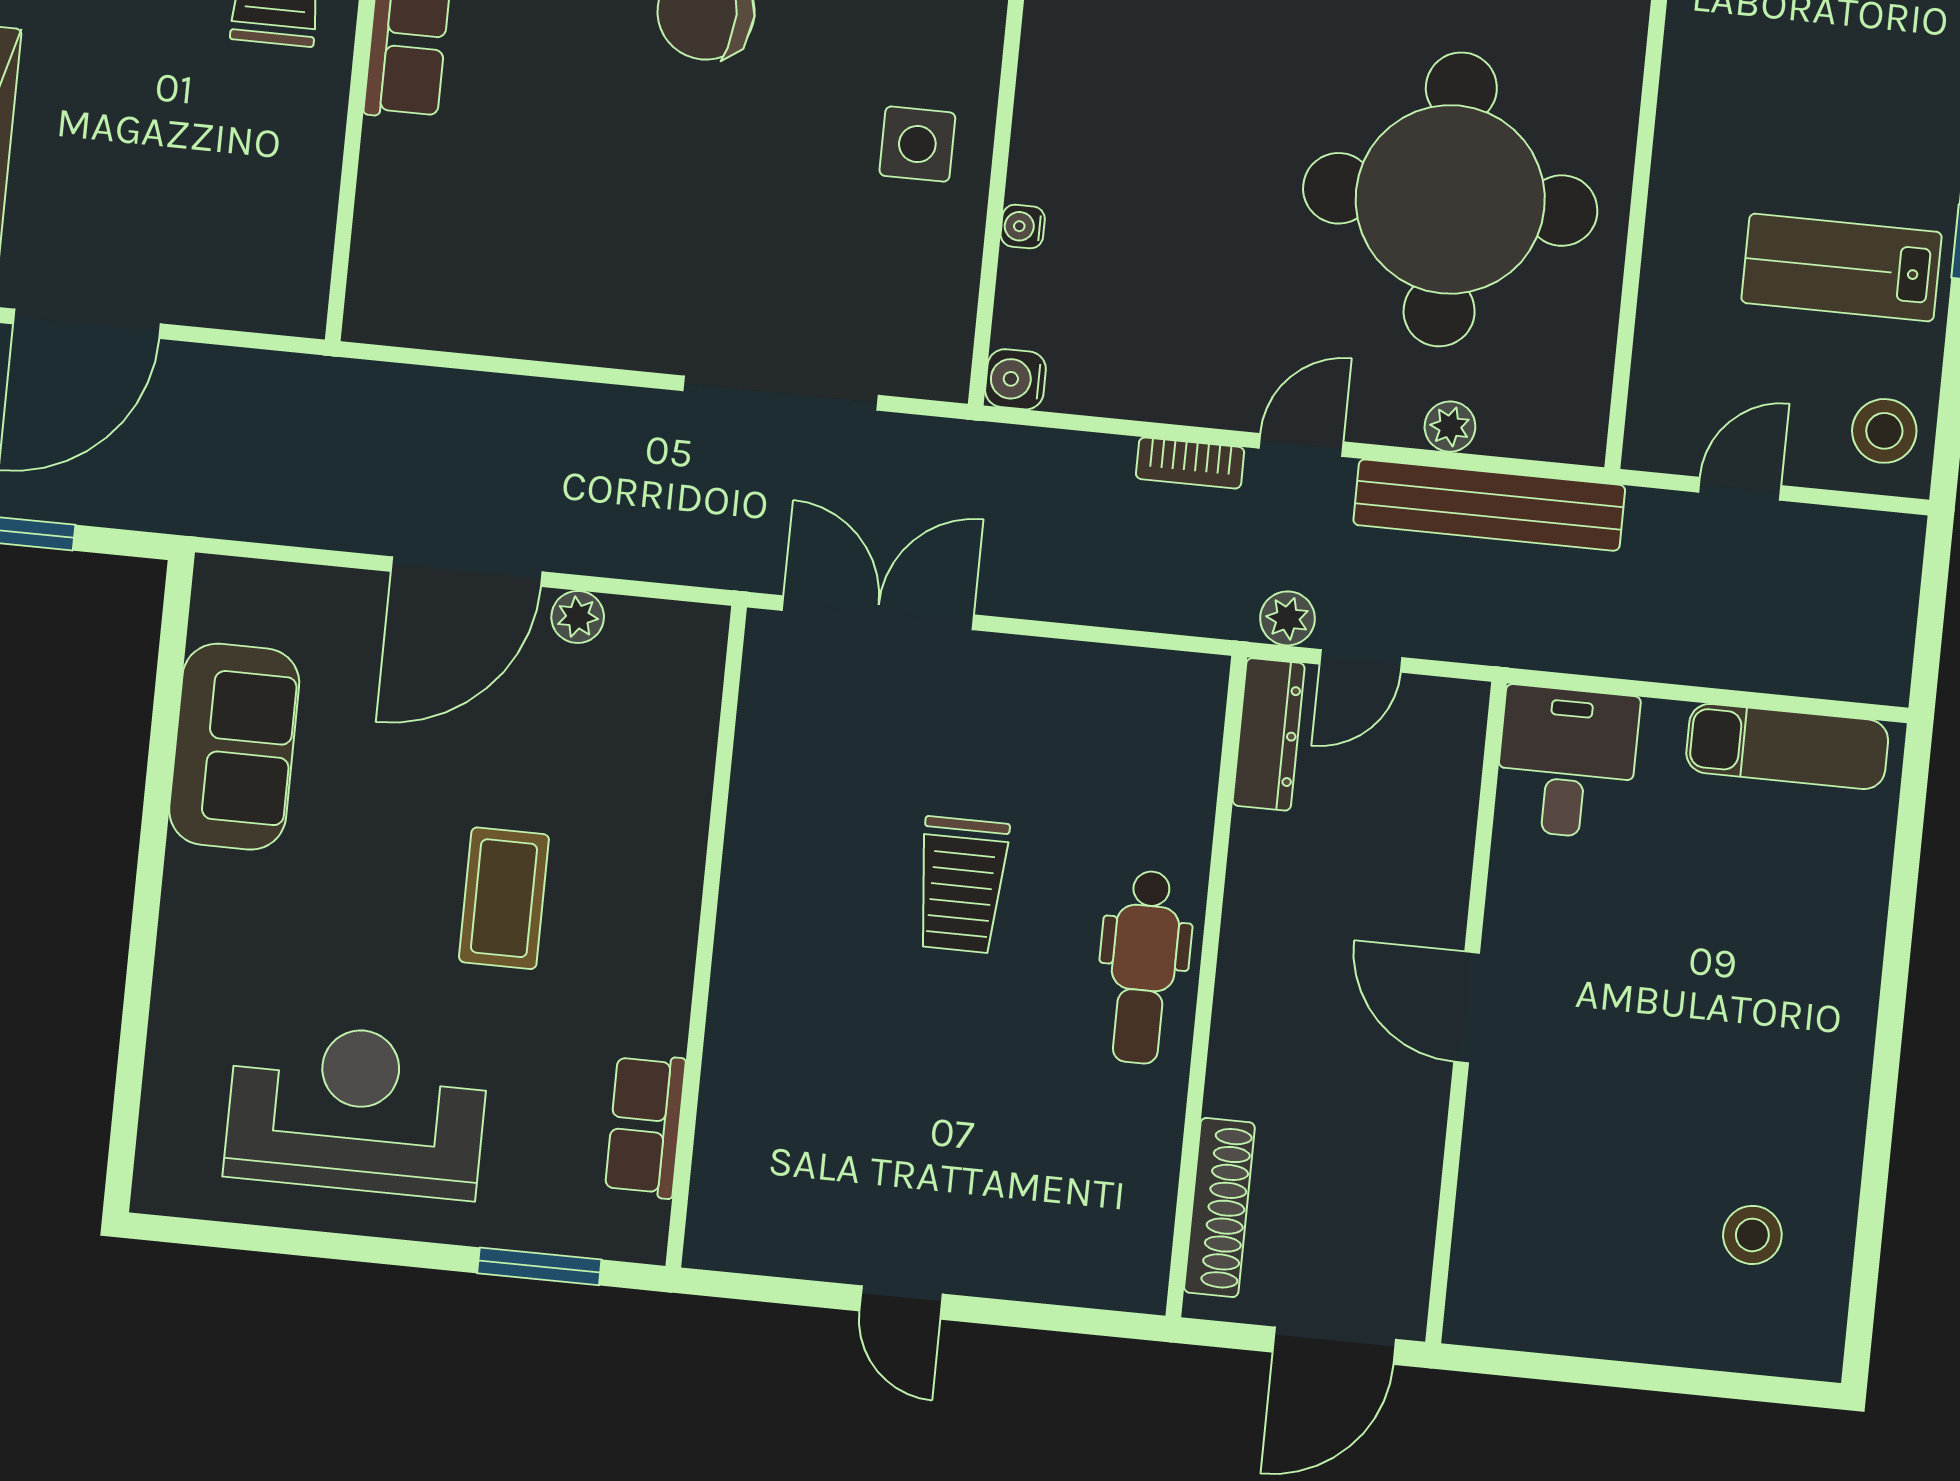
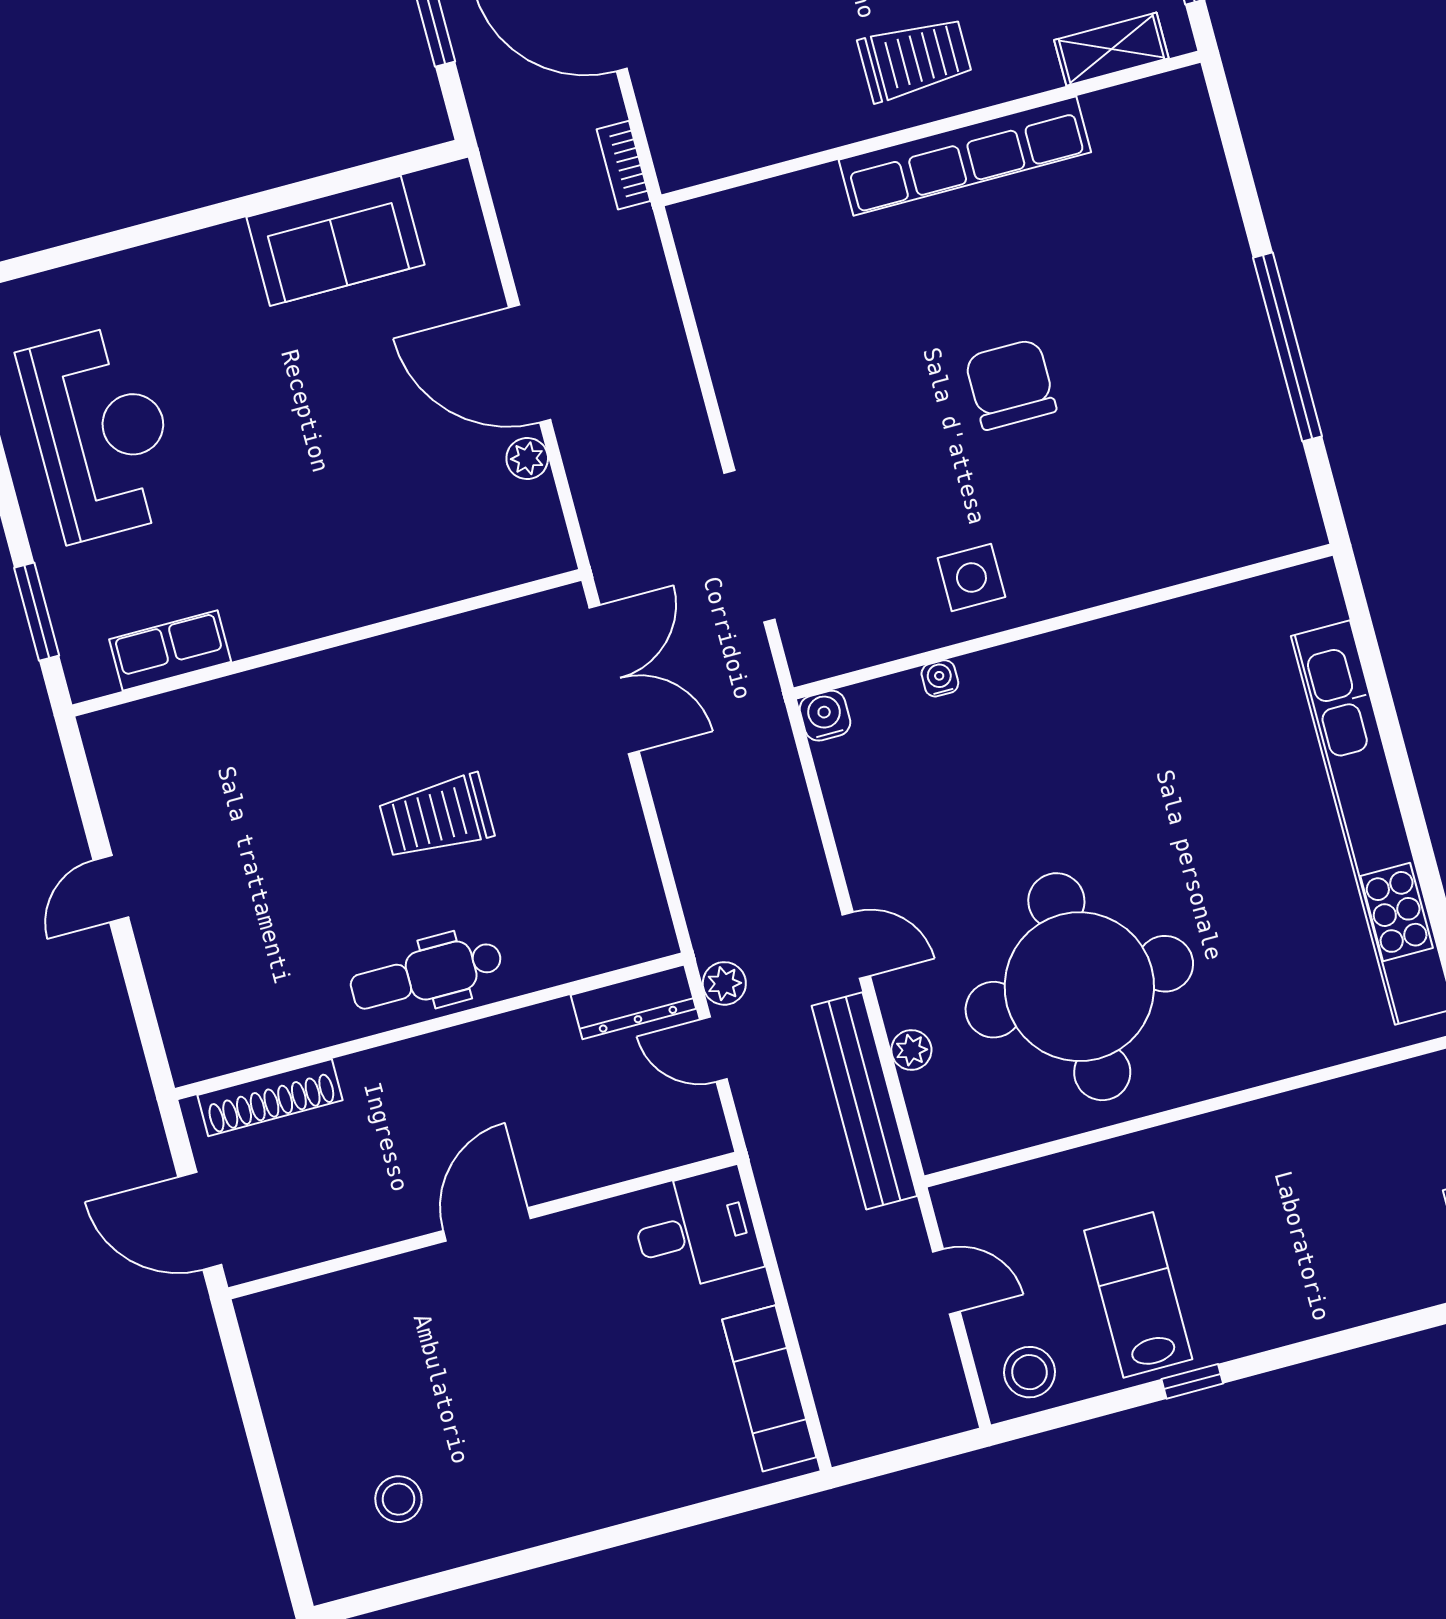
bookcase: (1190, 463) -> (624, 165), moved
coffee table: (504, 898) -> (299, 483), removed

